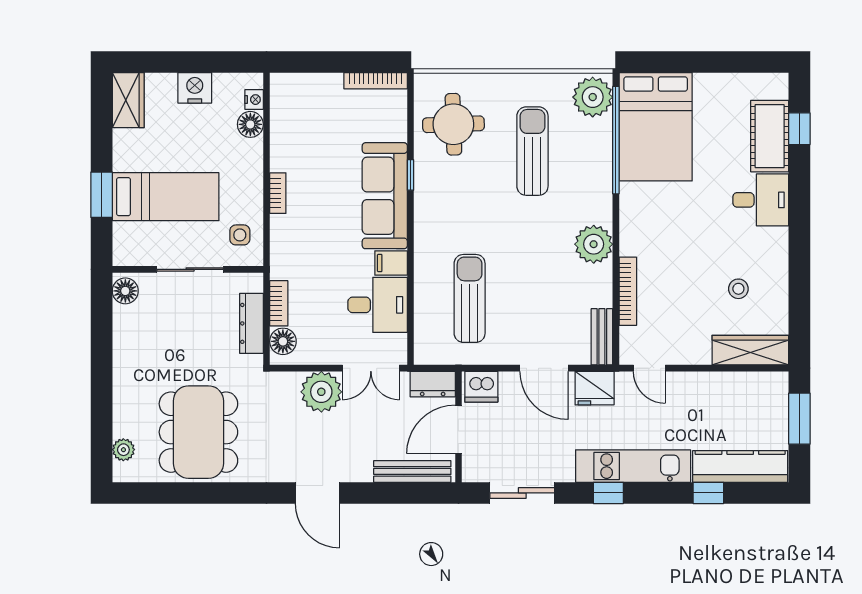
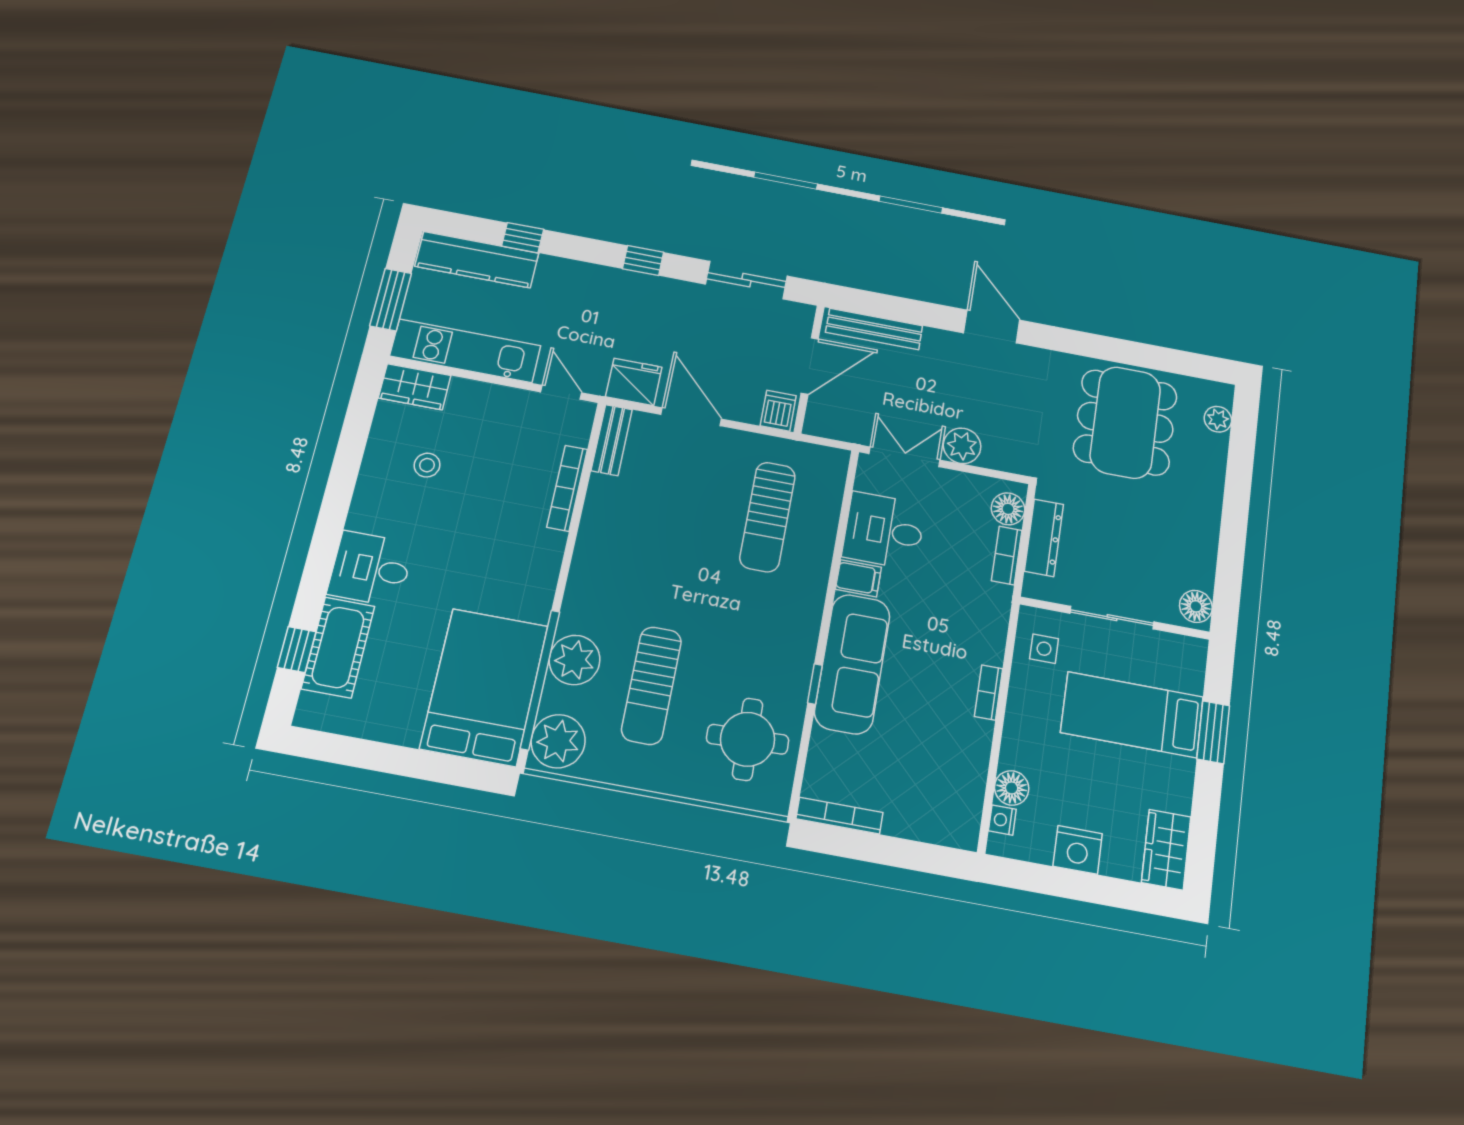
plant: (594, 244) -> (575, 660), moved
wardrobe: (750, 350) -> (415, 387), width x0.67
dresser: (433, 384) -> (832, 424), removed
dishwasher: (481, 387) -> (778, 411), width x0.73
plant: (321, 392) -> (962, 446), width x0.73, depth x0.73
kitchen unit: (633, 466) -> (465, 351), moved, turned 180

